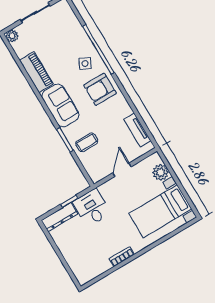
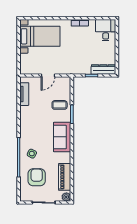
piano: (36, 72) -> (65, 177), moved
armchair: (100, 89) -> (37, 177), moved, turned -90
plant: (161, 172) -> (26, 60), removed
desk: (92, 208) -> (106, 30), moved, turned 180

